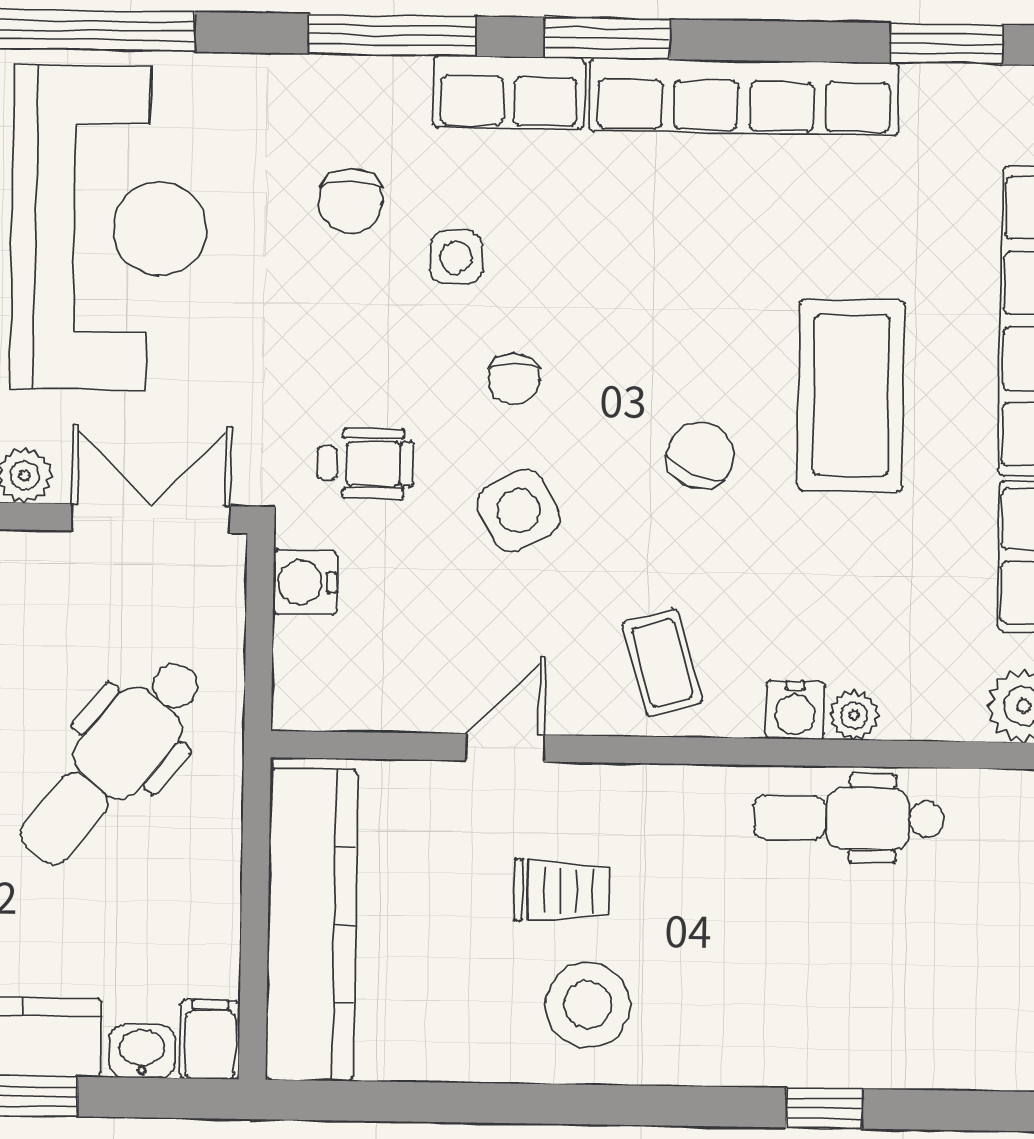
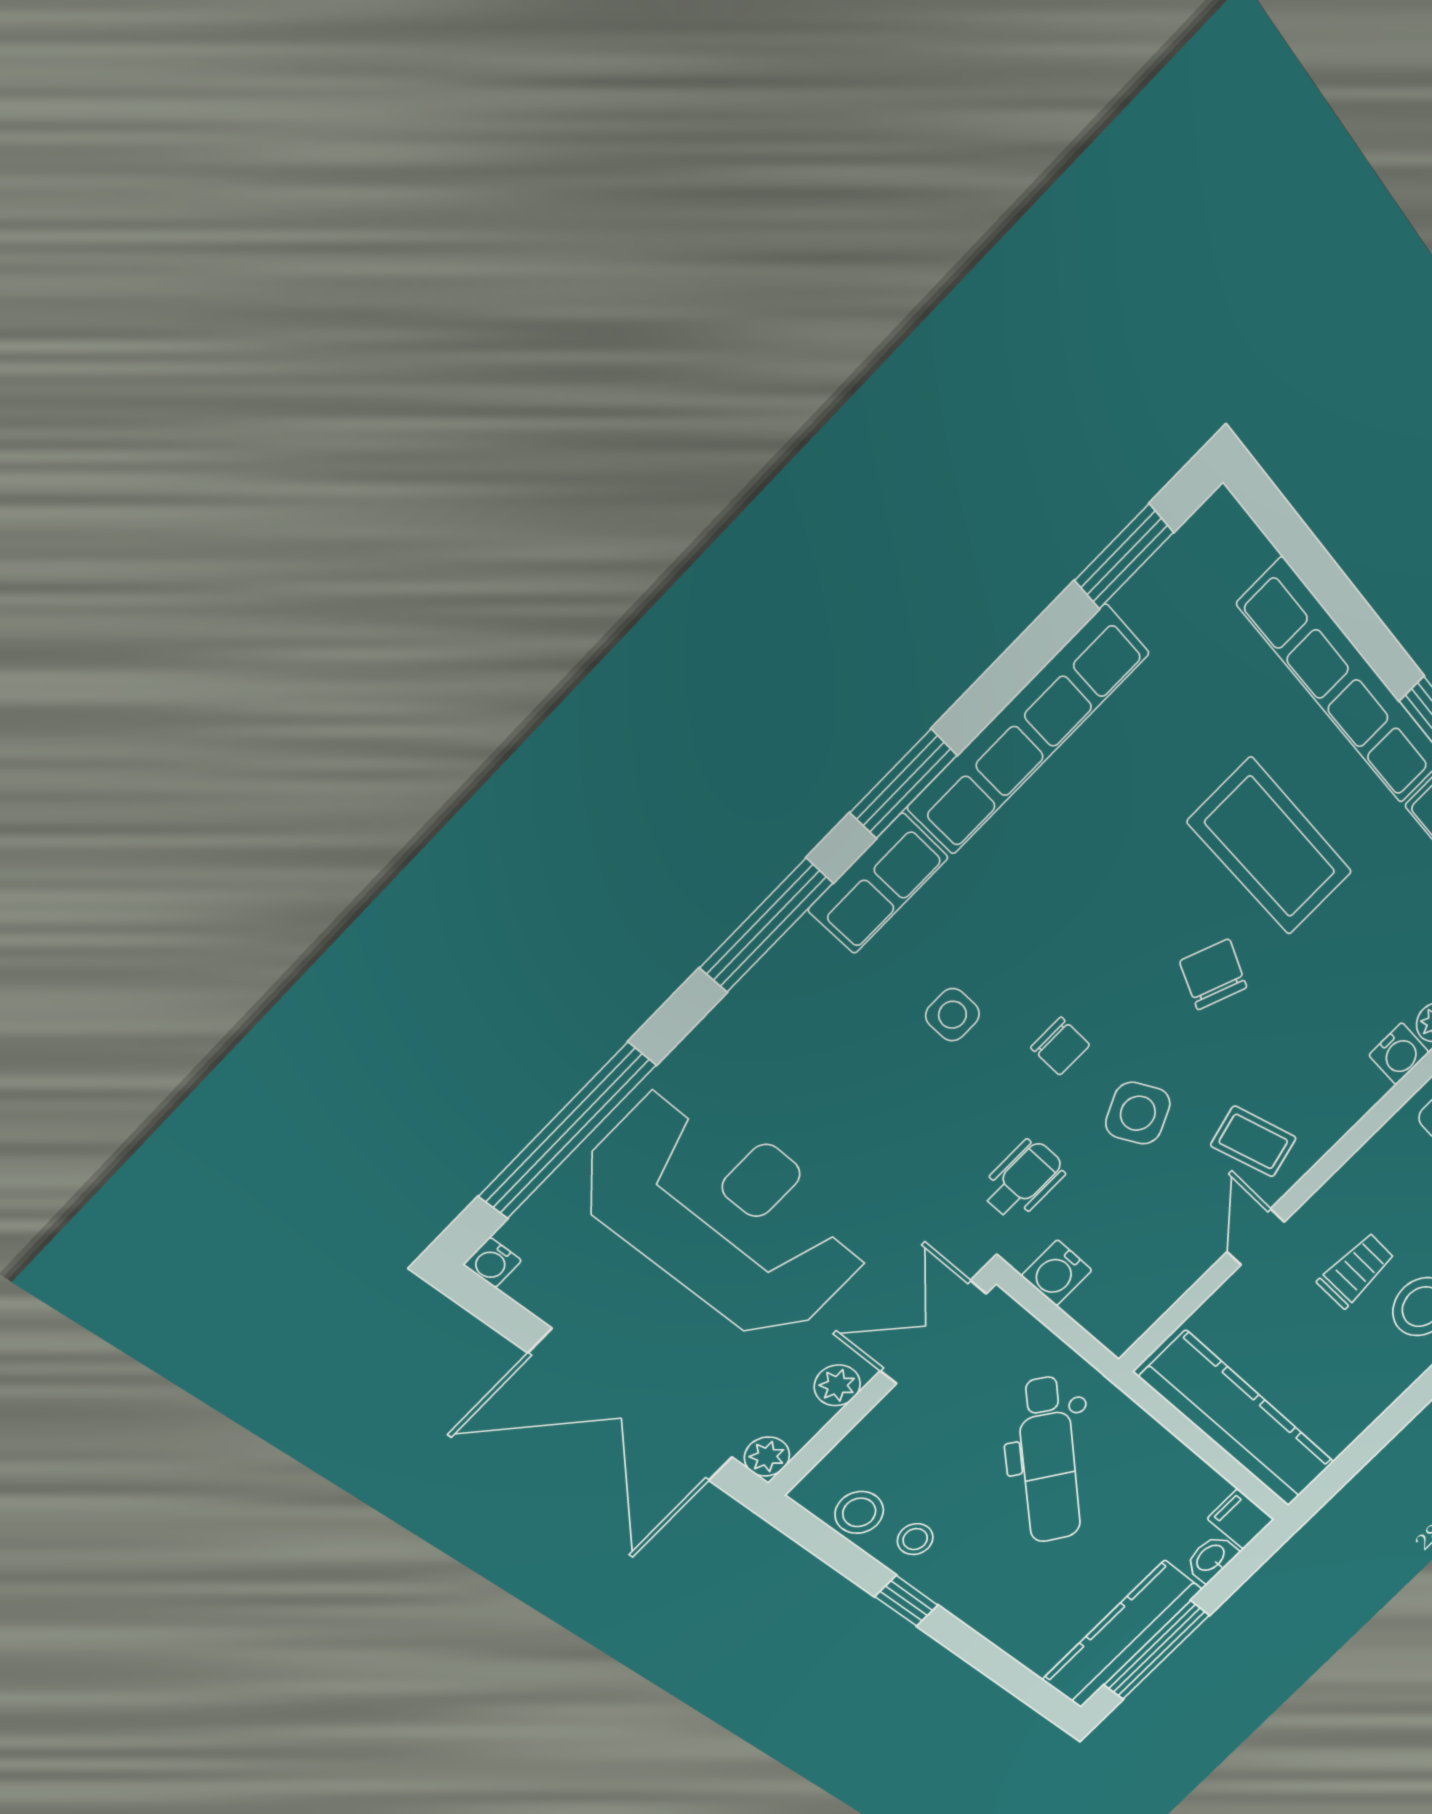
chair: (351, 201) -> (853, 1049), removed
coffee table: (662, 663) -> (1253, 1142), moved

